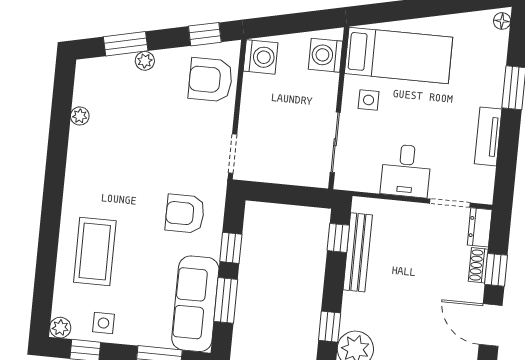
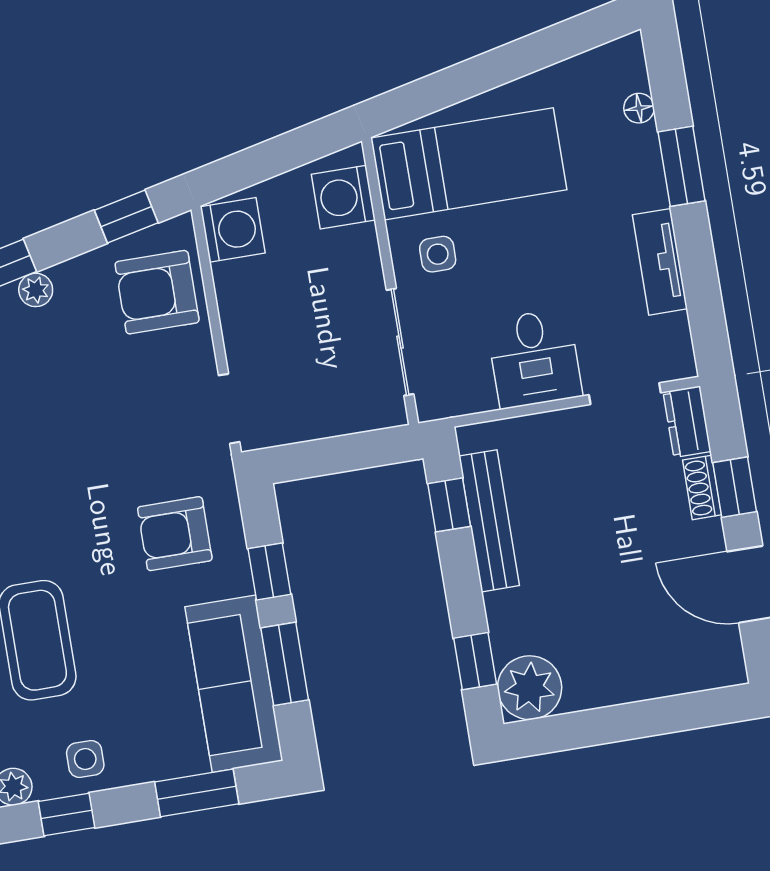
floor lamp: (502, 21) -> (639, 108), moved

